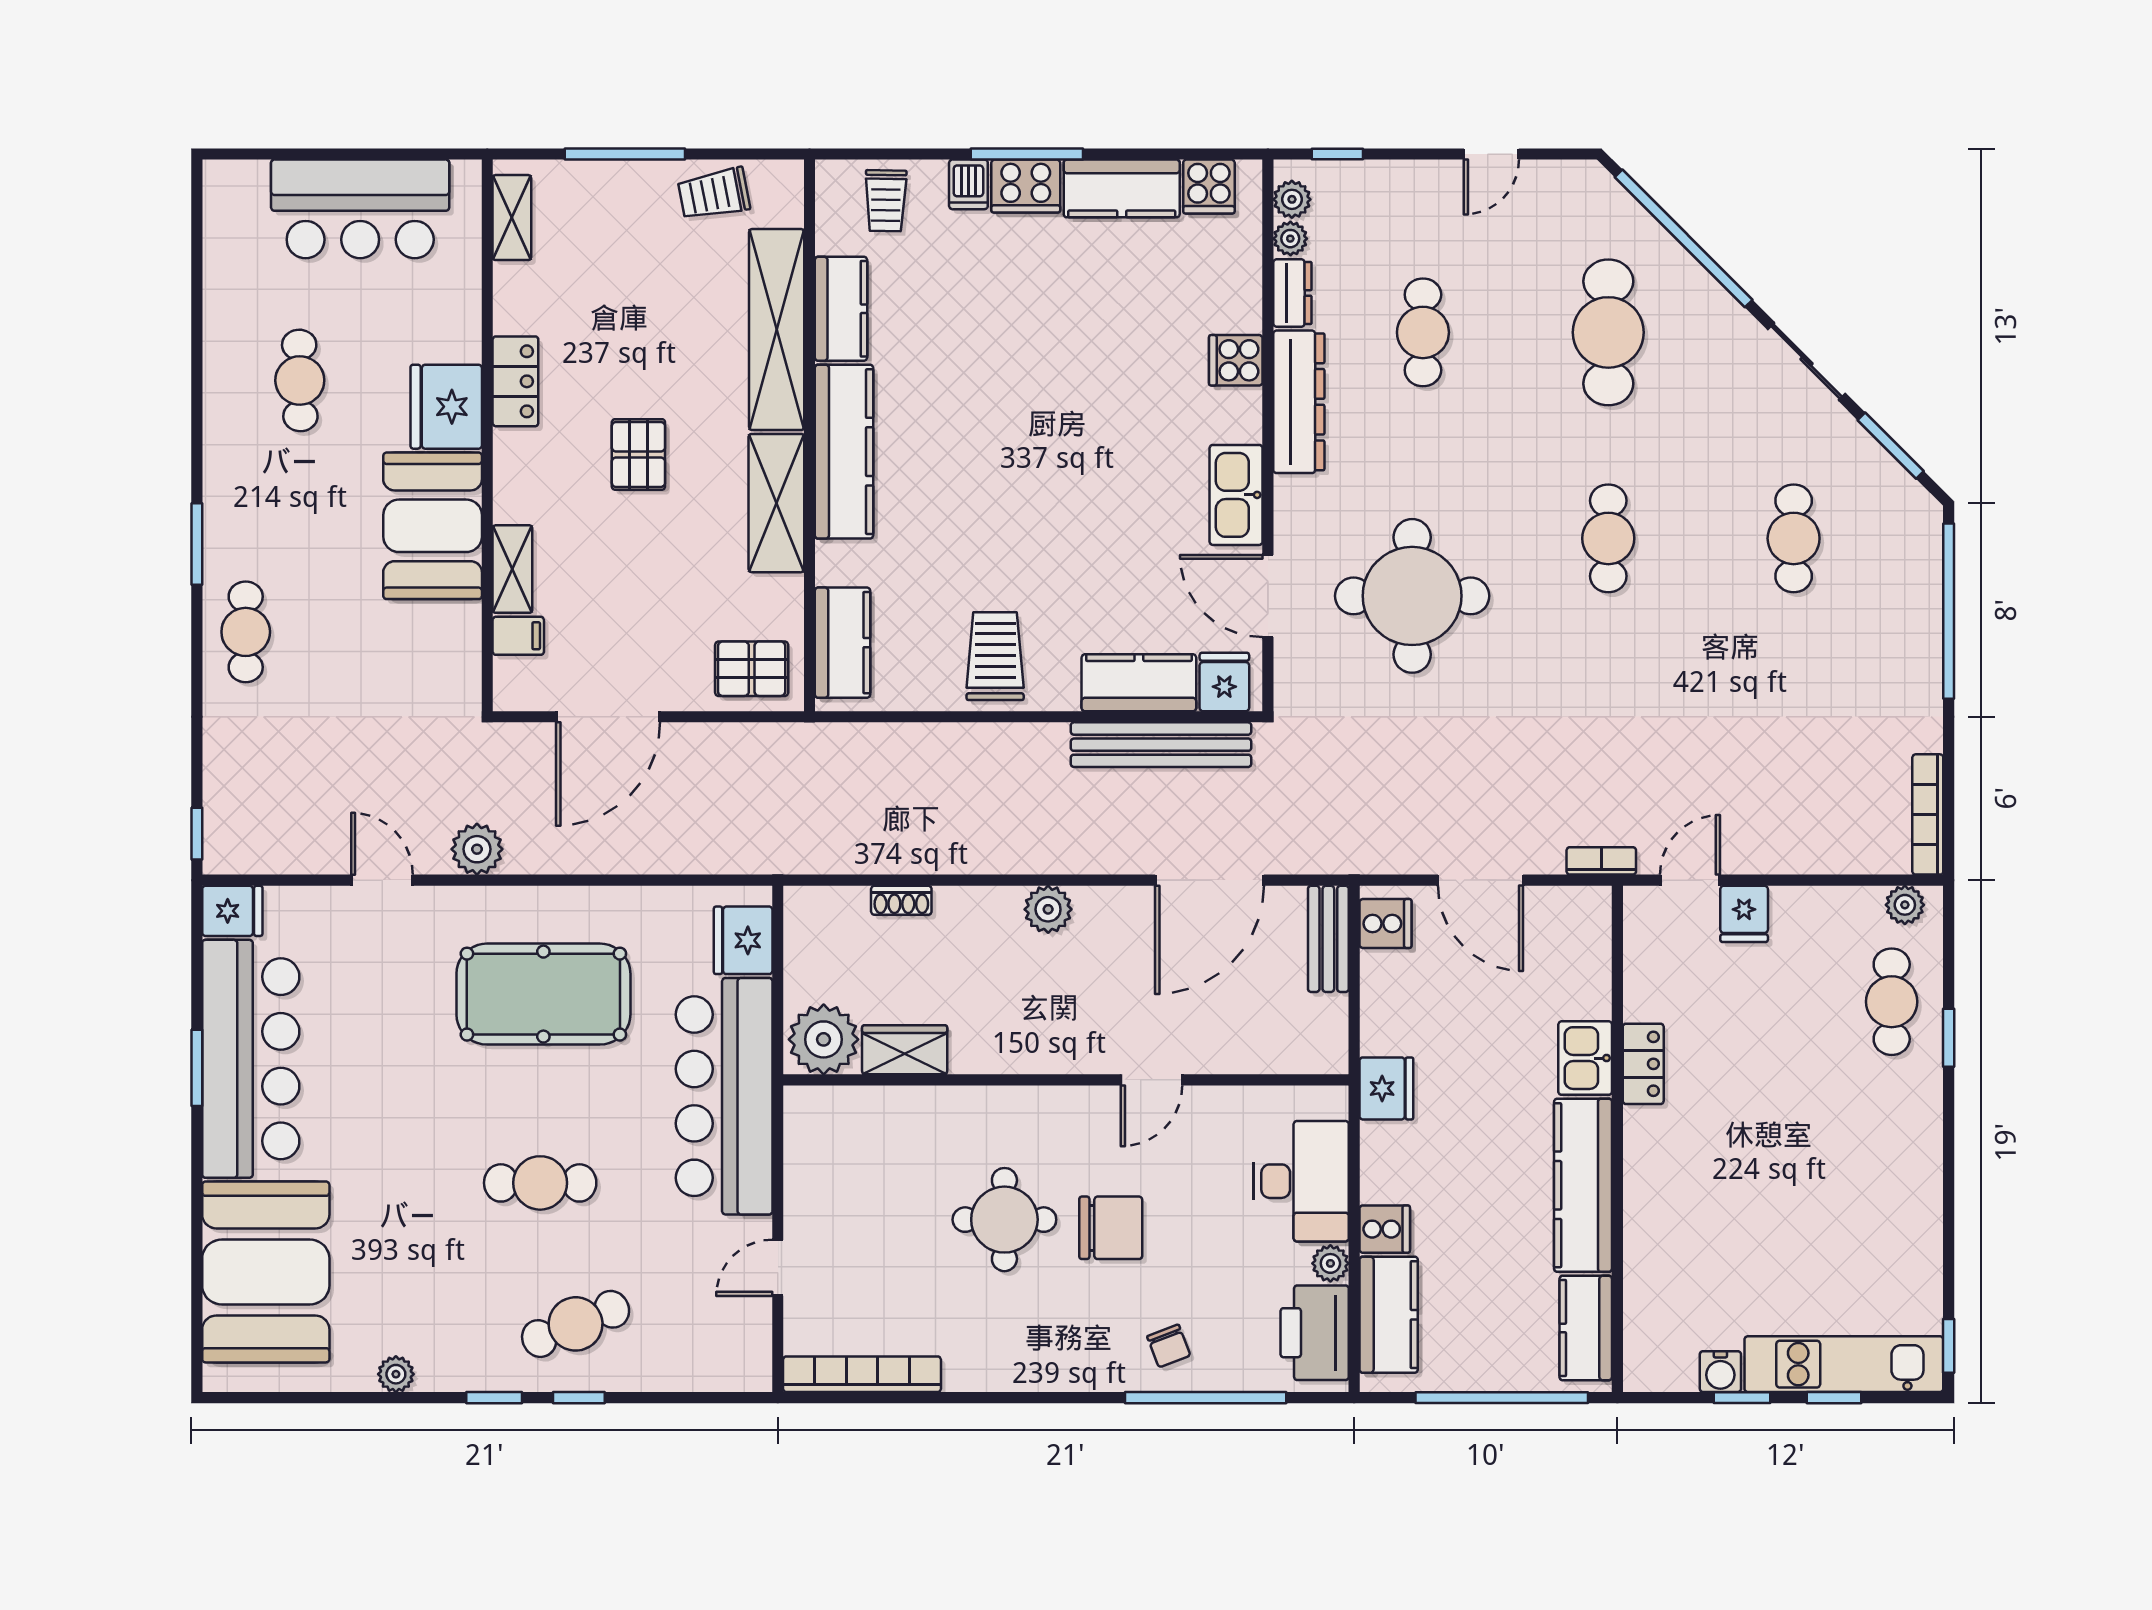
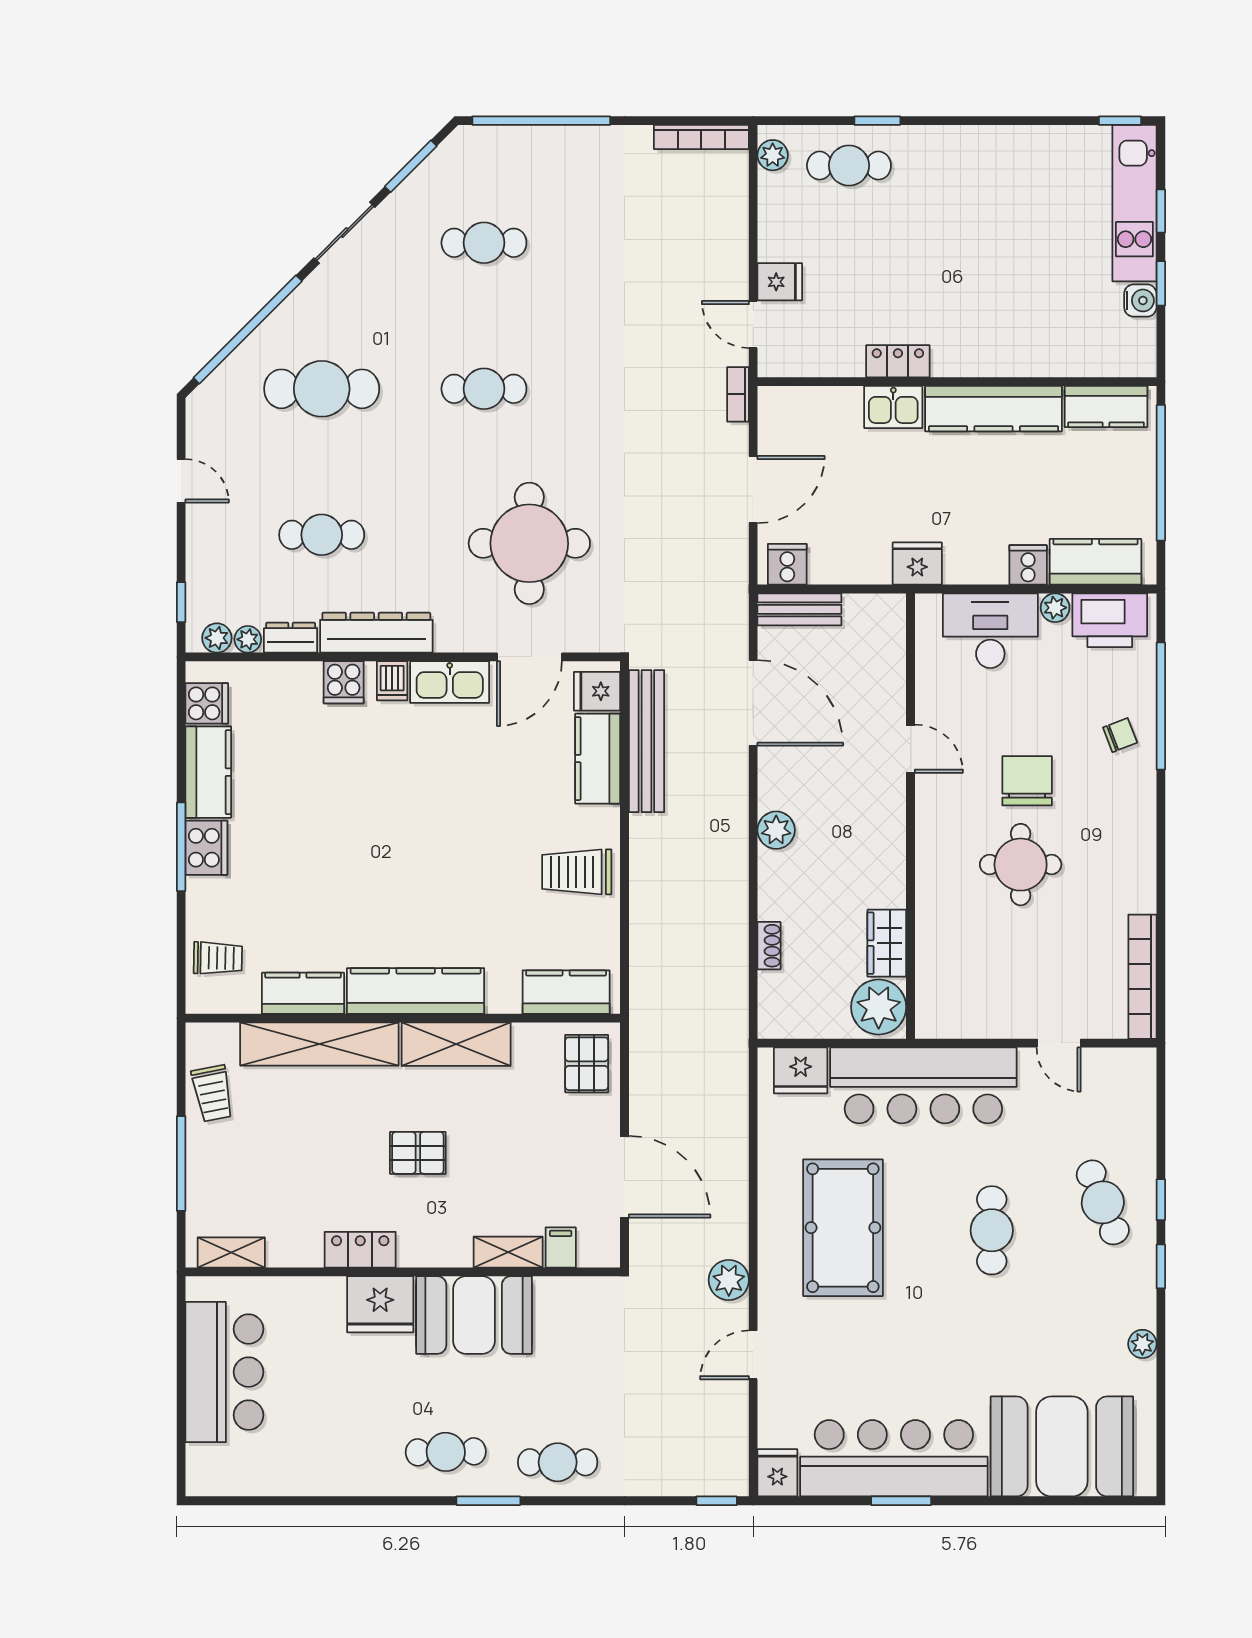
dishwasher: (968, 184) -> (392, 681), moved, turned 90
cafe table: (300, 380) -> (446, 1452), moved

